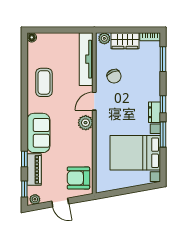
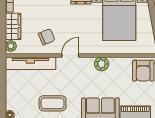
door: (94, 101) -> (70, 55), swing flipped
plant: (86, 123) -> (102, 64), moved

